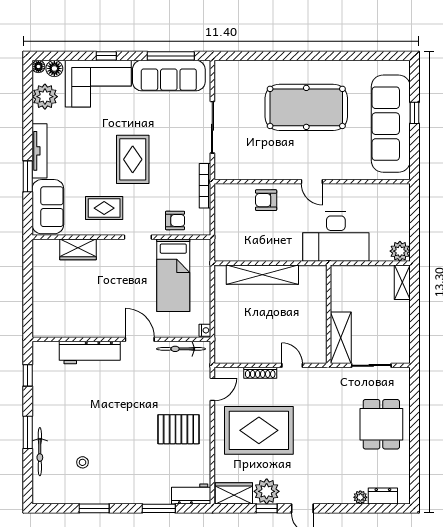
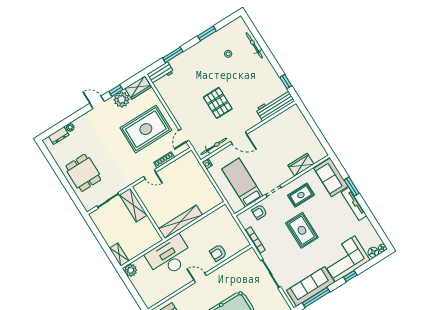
plant: (45, 97) -> (369, 234), removed
armchair: (266, 200) -> (218, 253), turned 180
shelving: (262, 275) -> (180, 222), moved
workbench: (90, 353) -> (275, 105), moved
pallet: (178, 429) -> (218, 103), moved, turned 90
window: (28, 432) -> (267, 52), removed

